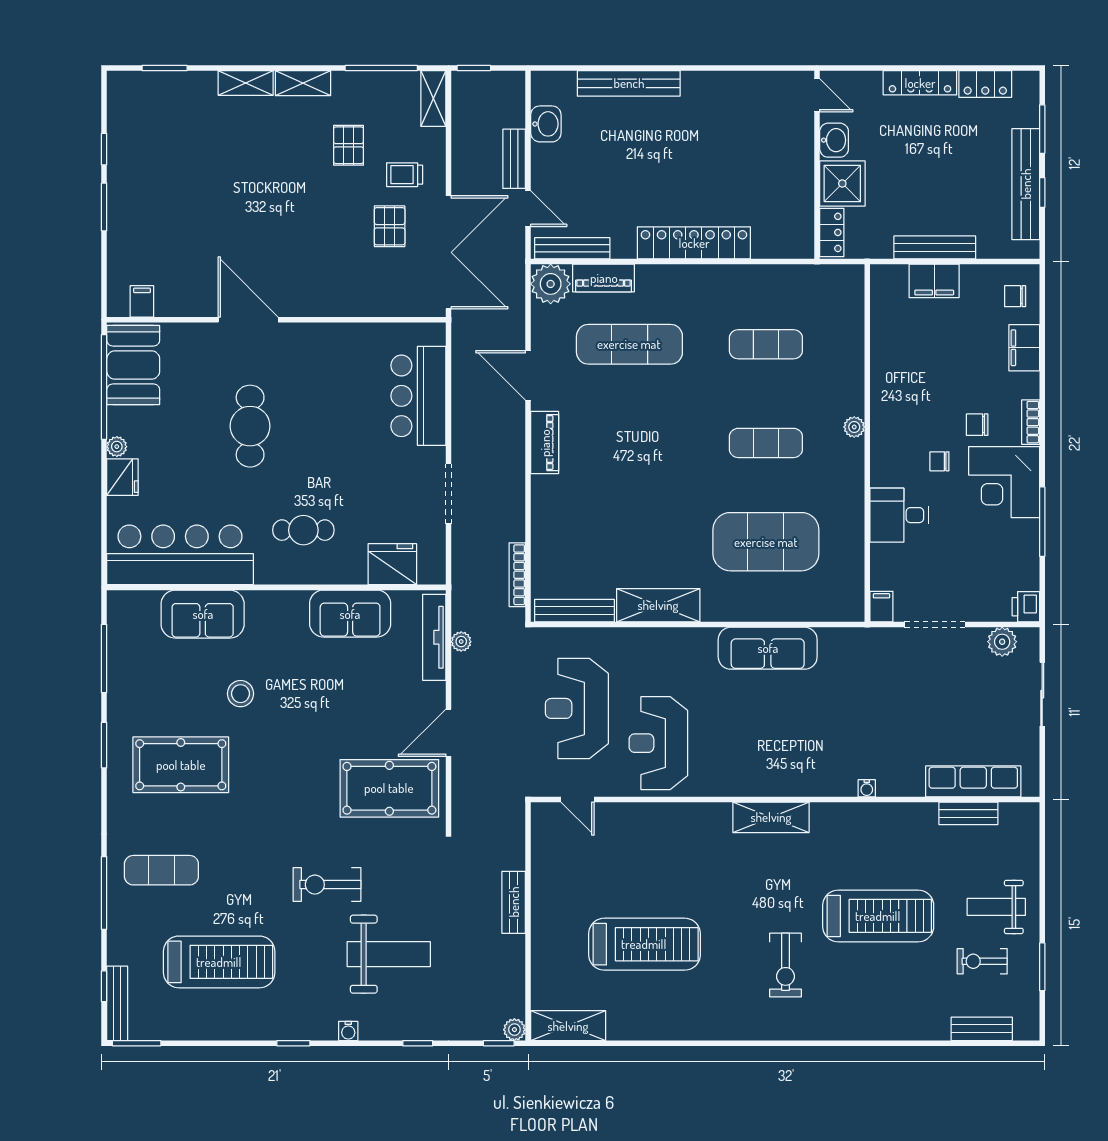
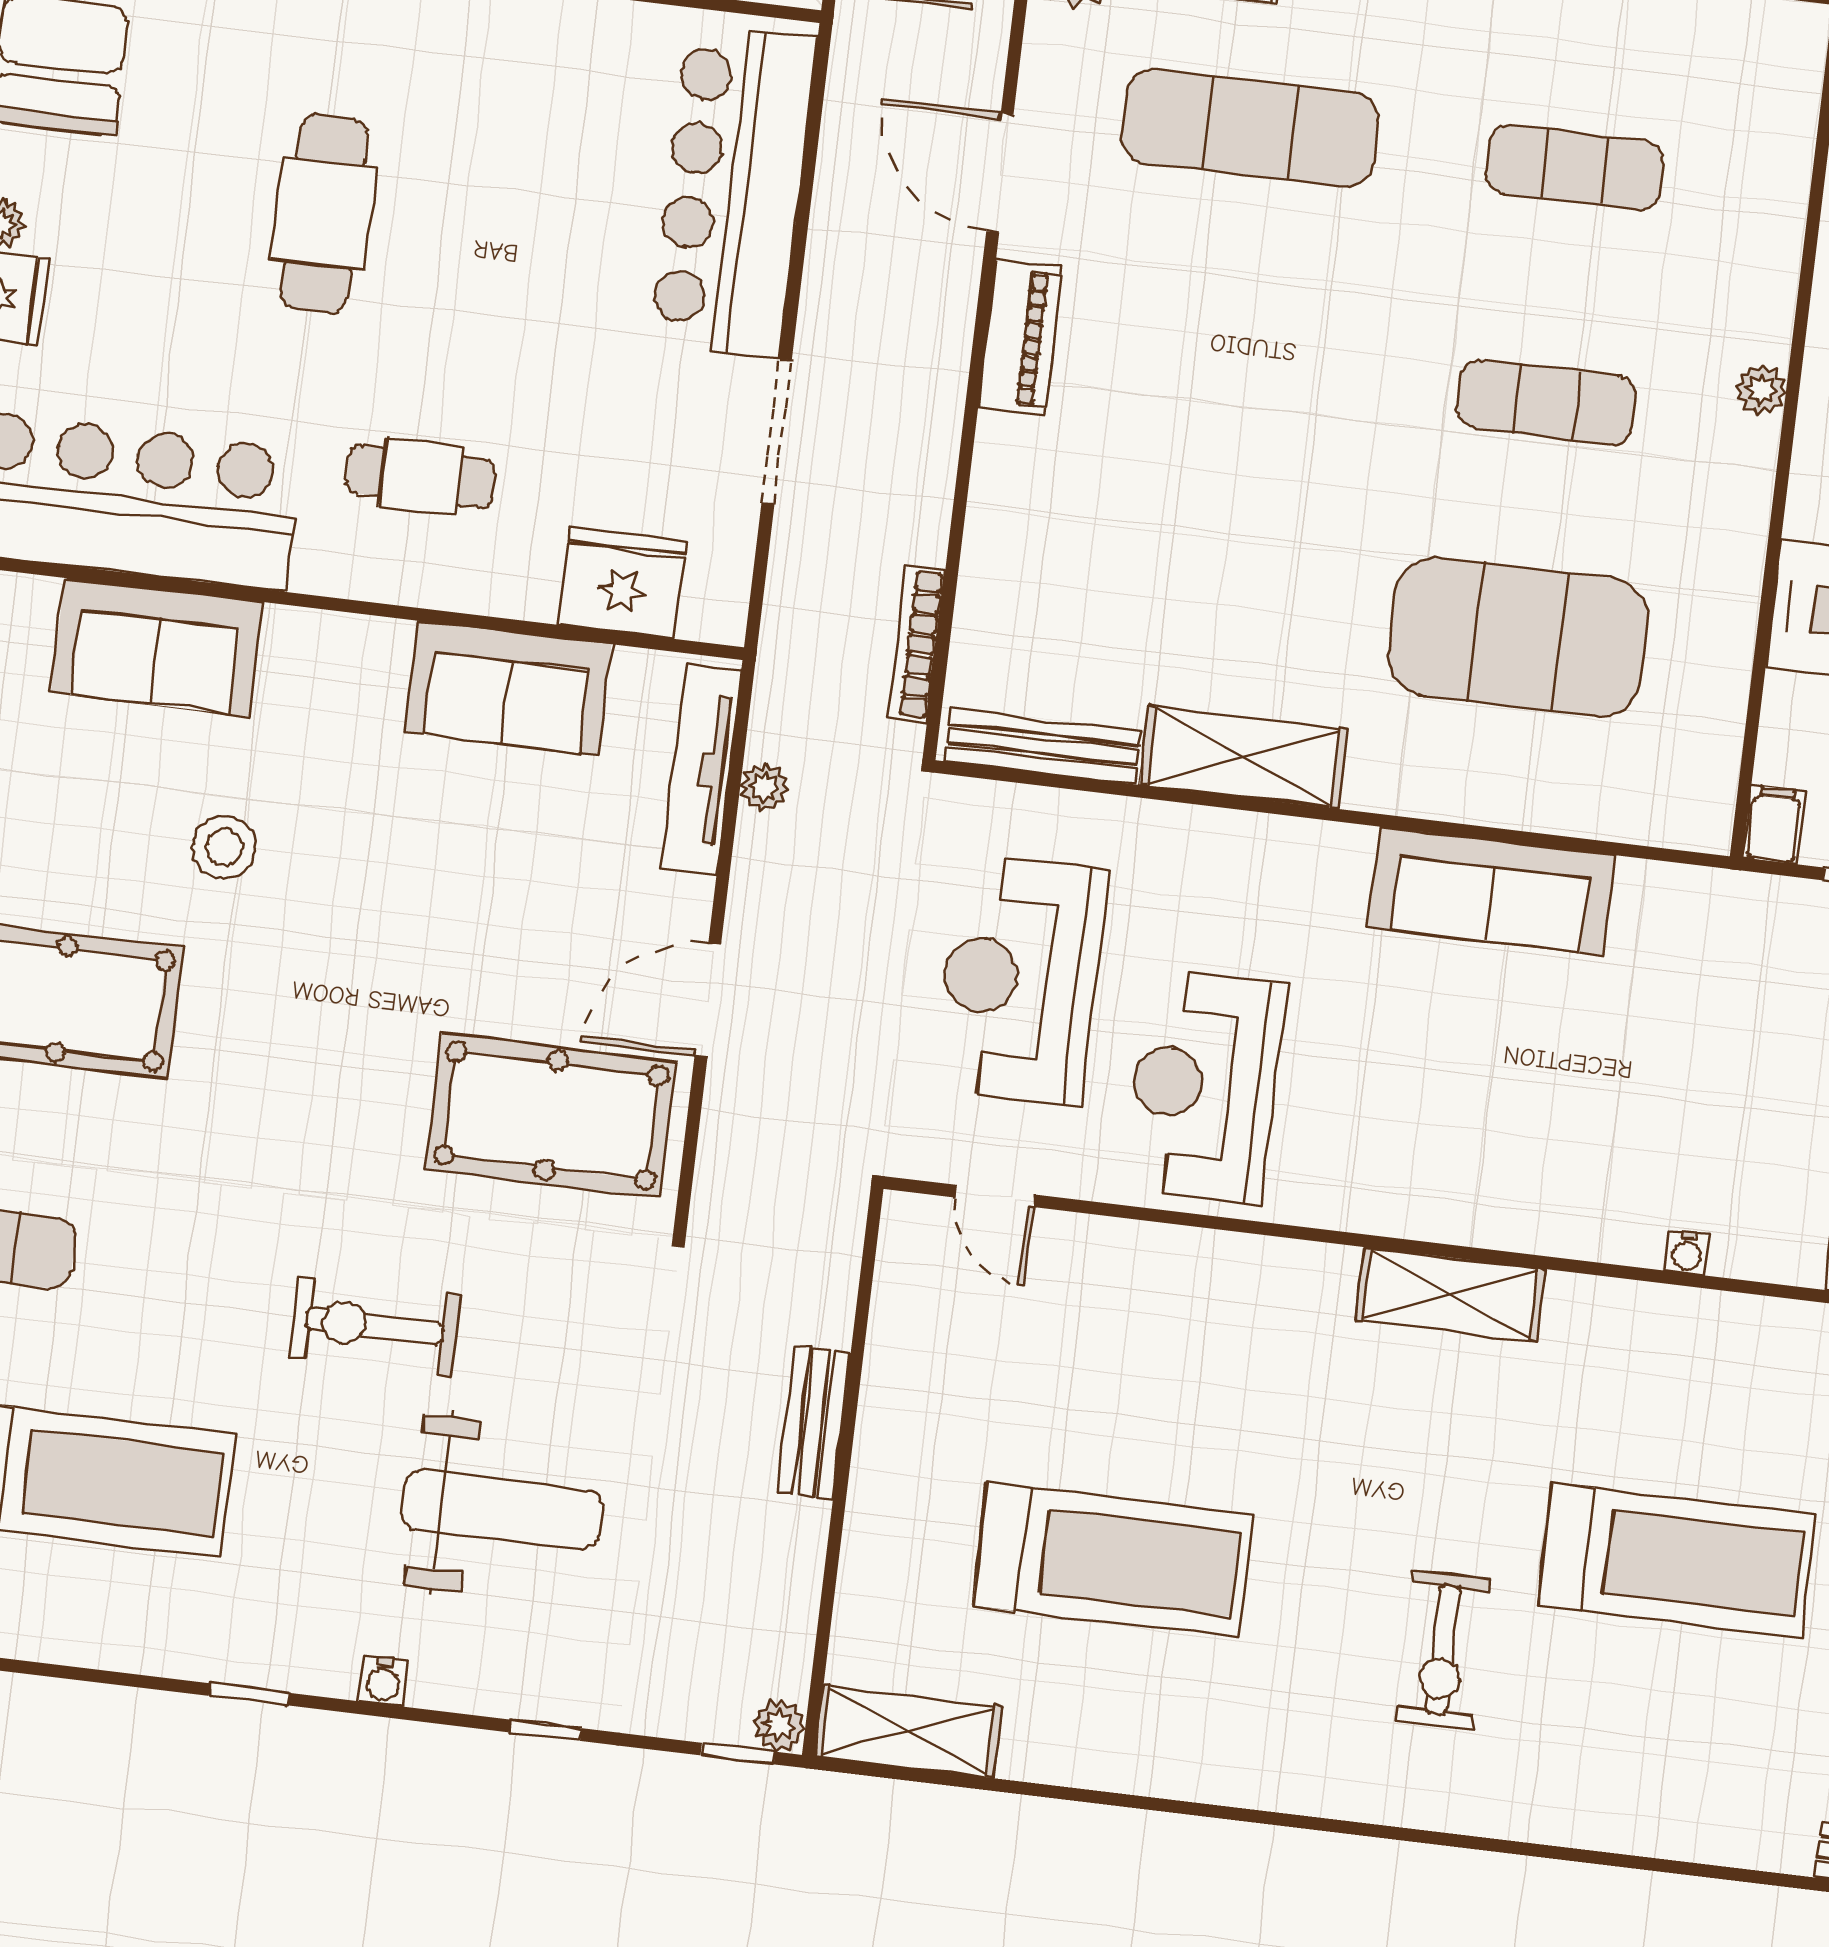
bar counter: (418, 396) -> (733, 190), width x1.36

